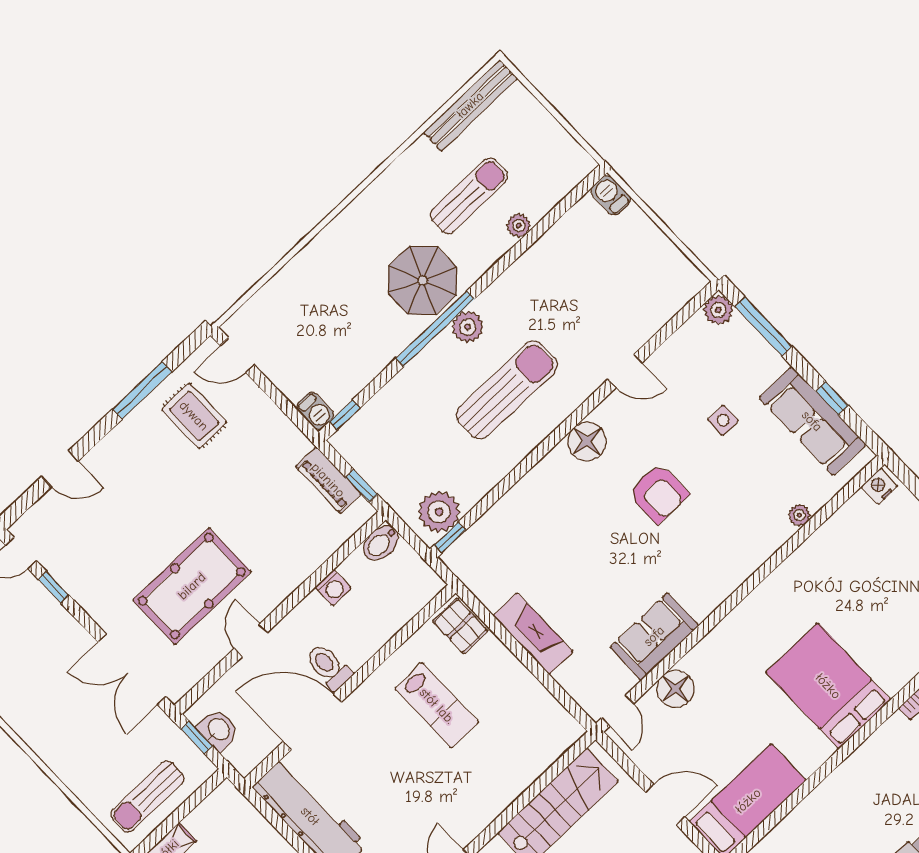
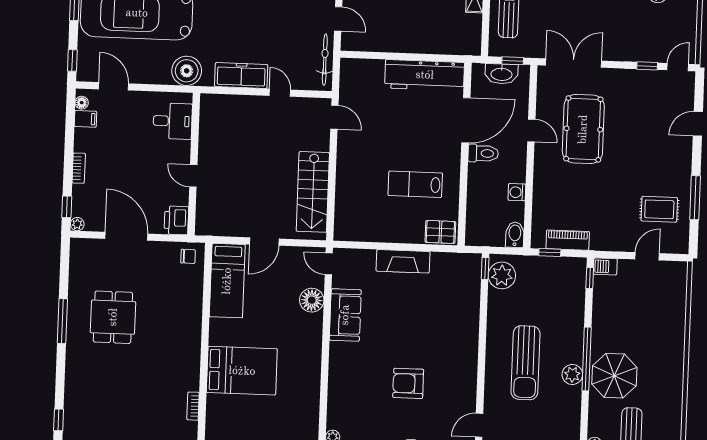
door: (237, 355) -> (647, 256), moved
floor lamp: (587, 441) -> (465, 375), removed
washbasin: (218, 730) -> (501, 74), width x1.38

